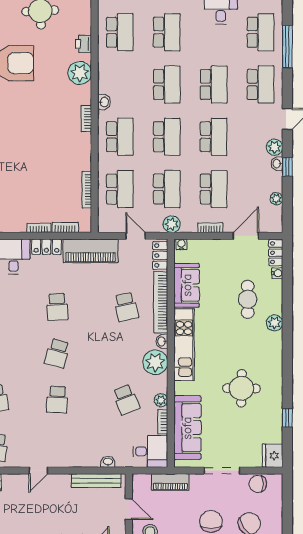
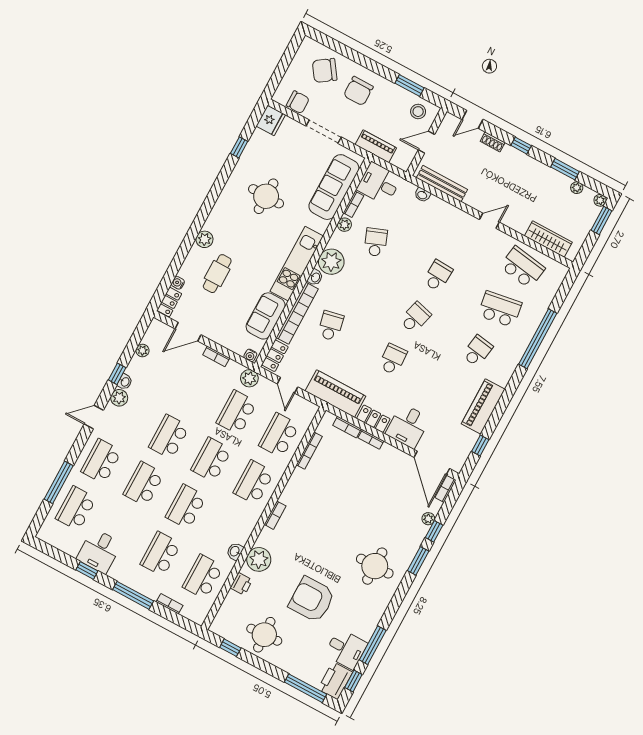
washbasin: (104, 102) -> (235, 551), moved
school desk: (214, 189) -> (194, 390), removed
door: (129, 509) -> (426, 142), hinge flipped

